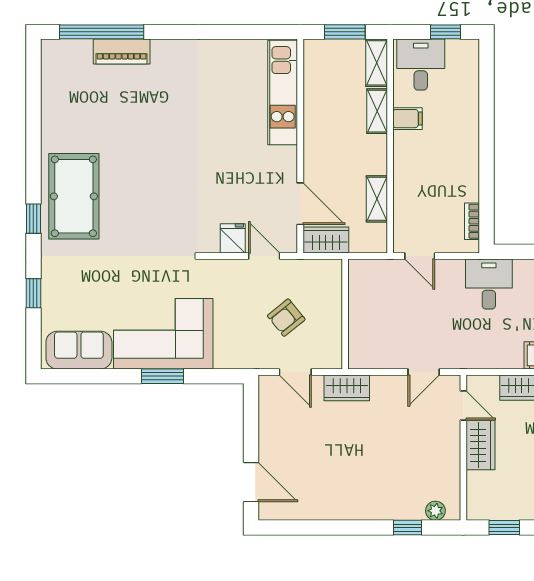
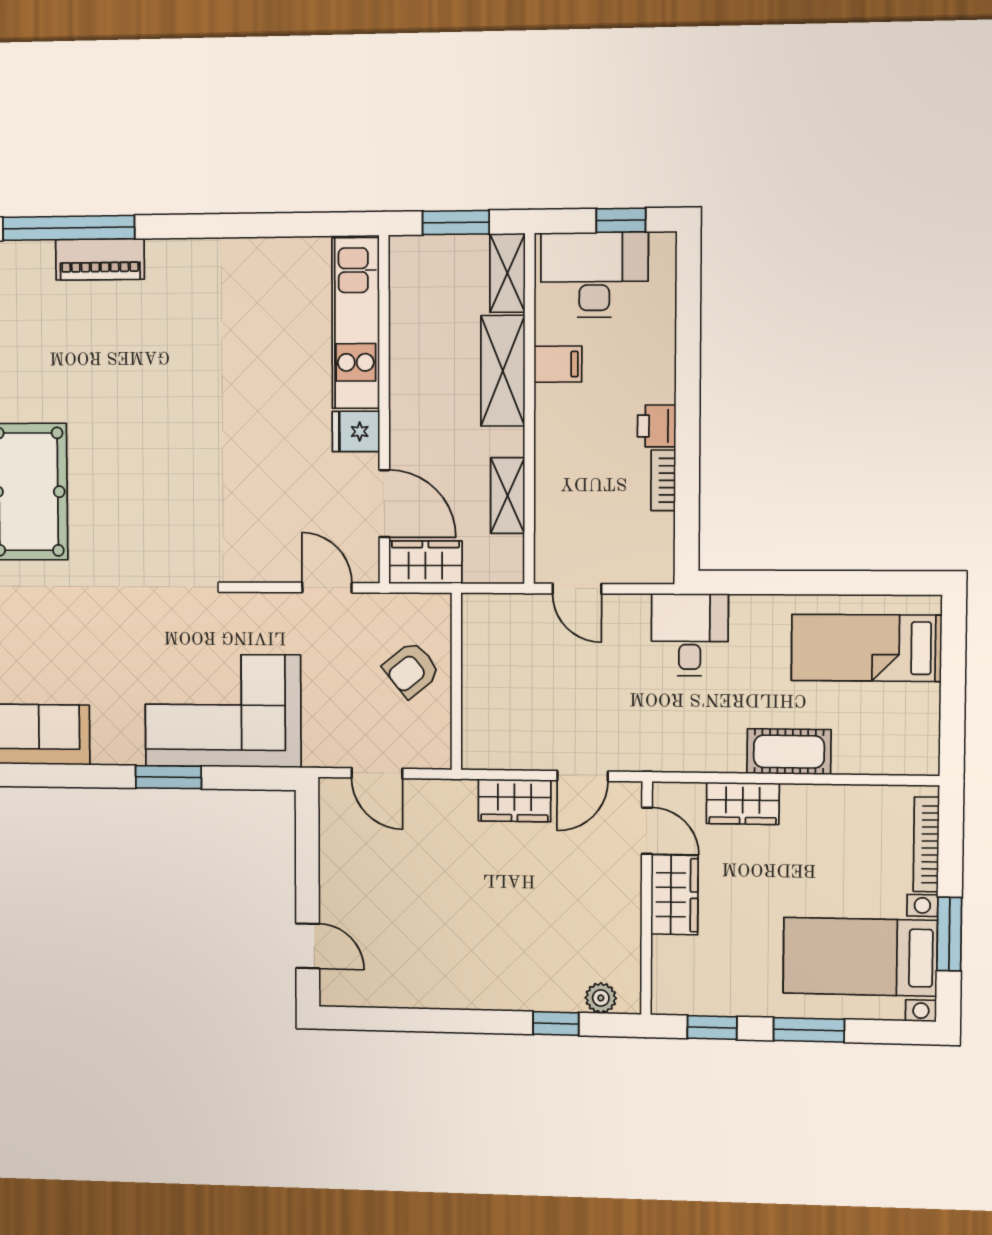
desk: (421, 65) -> (594, 275), width x1.37
shelving: (377, 111) -> (503, 371), width x1.50, depth x1.33
printer: (468, 156) -> (657, 426), added
bookcase: (472, 221) -> (663, 480), moved
fridge: (233, 238) -> (356, 432), moved, turned -90
armchair: (286, 318) -> (411, 670), moved
corner sofa: (163, 334) -> (223, 711), moved
wardrobe: (347, 388) -> (514, 800), moved
door: (251, 482) -> (308, 946), width x0.73

